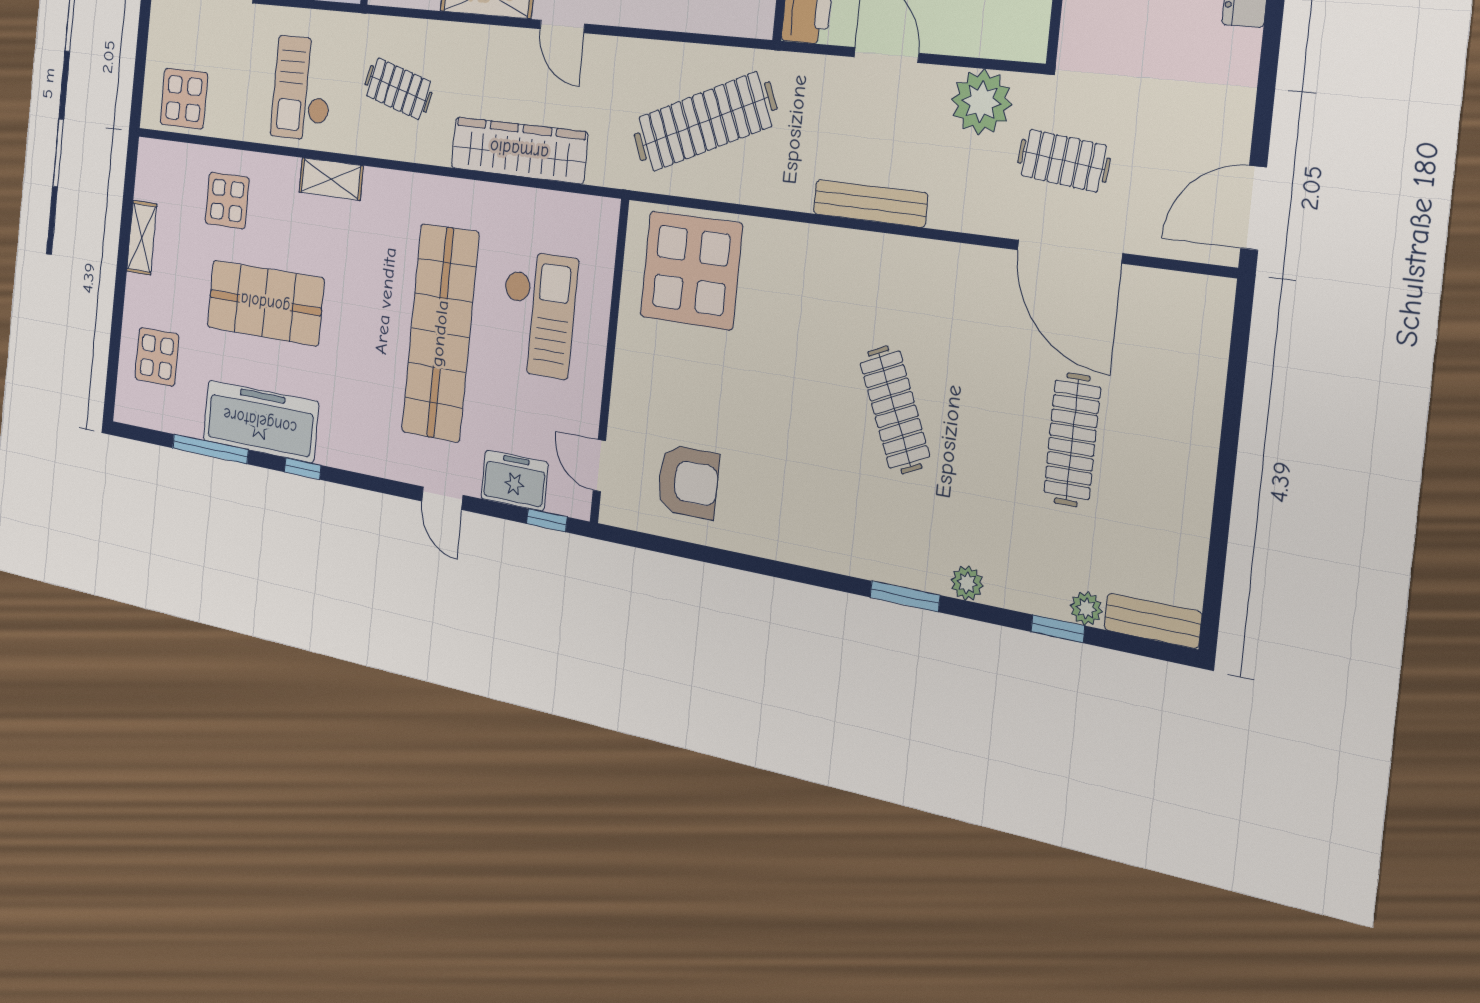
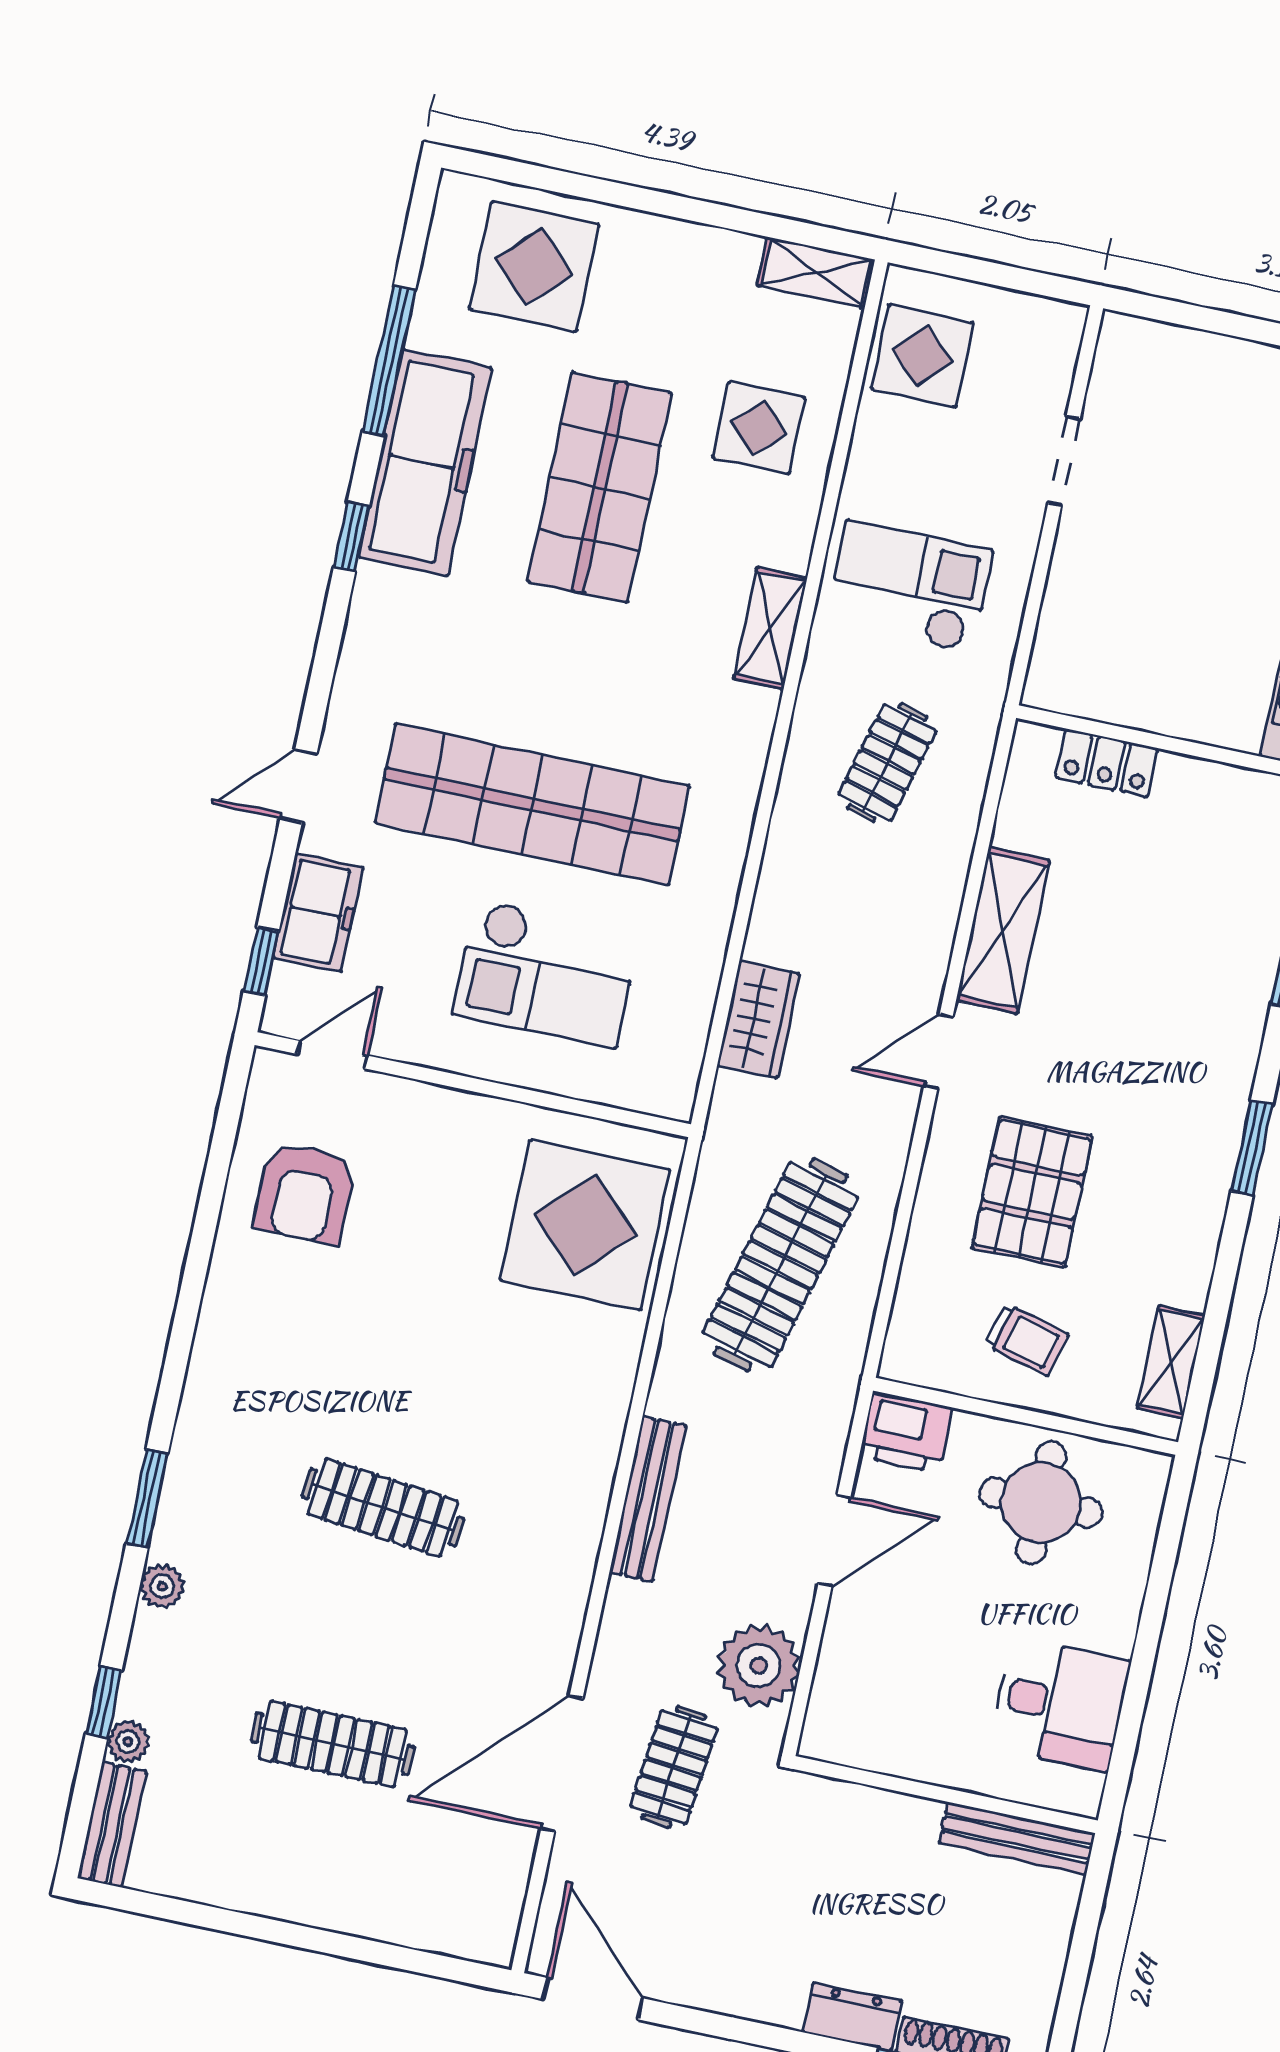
clothes rail: (704, 122) -> (780, 1265), turned 39
wardrobe: (519, 150) -> (758, 1020), width x0.48, depth x0.85
shelving: (142, 238) -> (816, 272), moved
display table: (157, 357) -> (534, 266), width x1.36, depth x1.36
clothes rail: (895, 410) -> (383, 1508), turned 30

